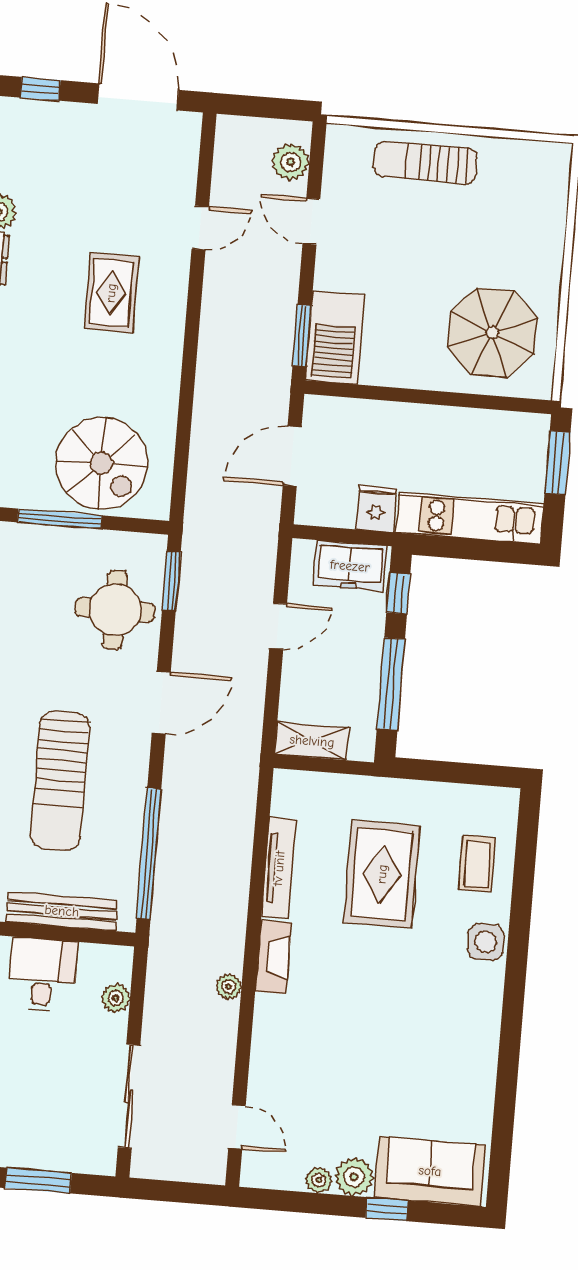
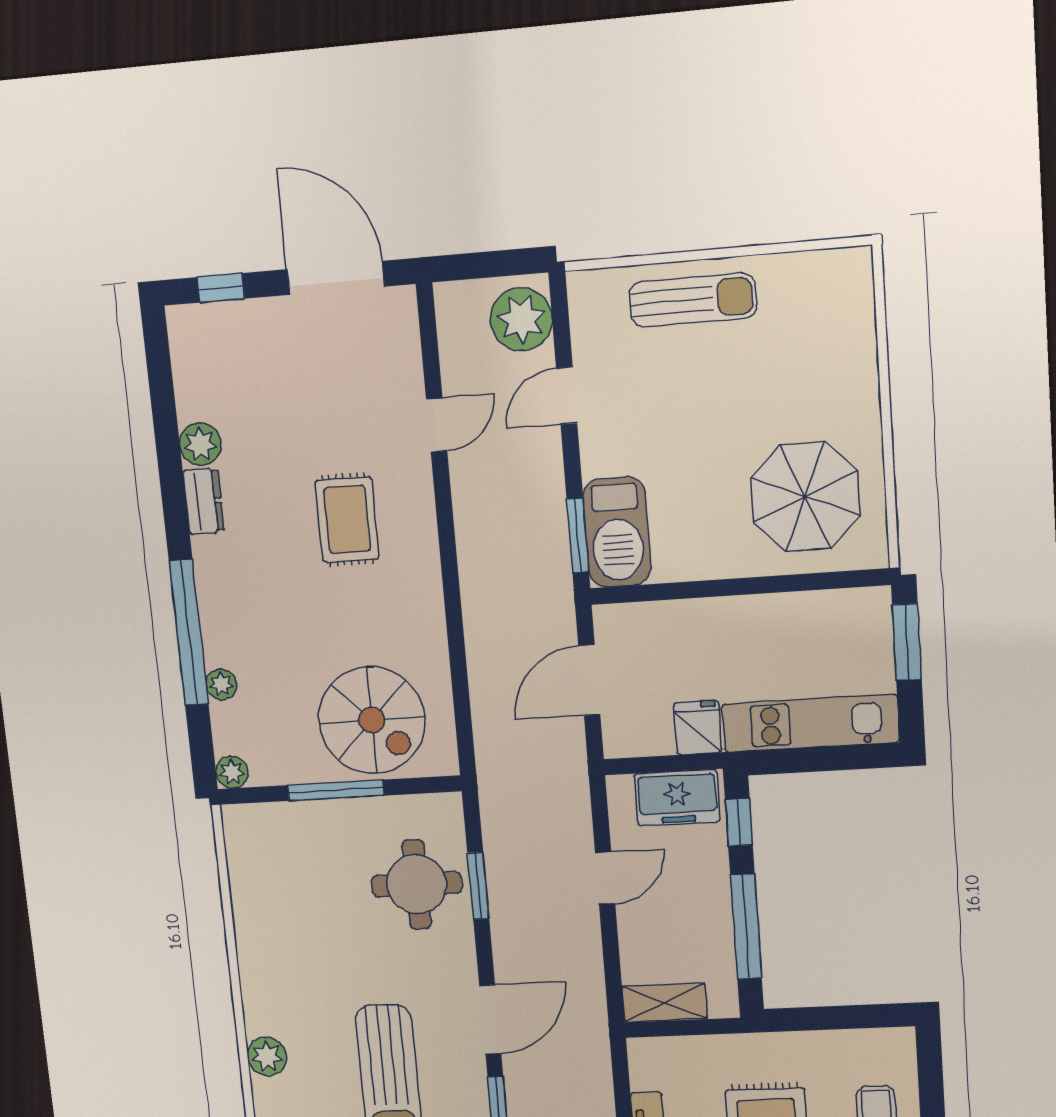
plant: (291, 162) -> (521, 319), width x1.36, depth x1.36
sun lounger: (425, 162) -> (693, 300), turned 180
door: (311, 221) -> (567, 396), hinge flipped
window: (171, 581) -> (478, 886), moved
door: (161, 702) -> (490, 1019), moved

